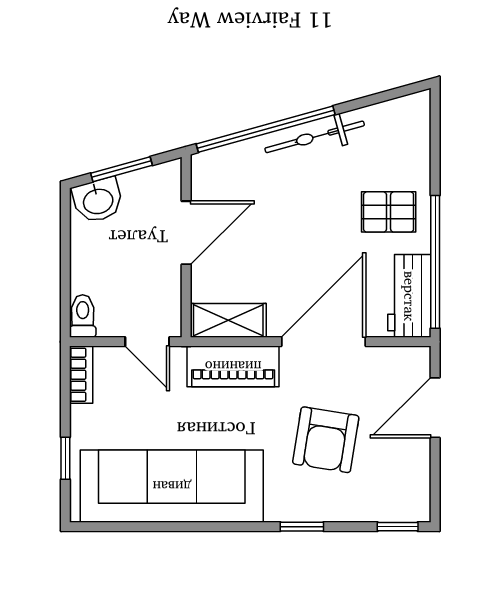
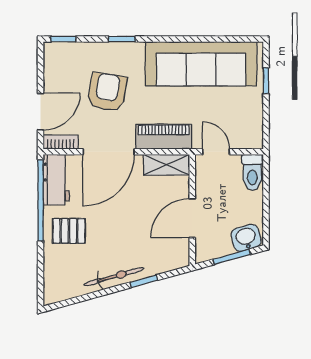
window: (266, 129) -> (144, 281), width x0.32
toilet: (83, 316) -> (252, 172), width x1.37, depth x1.39
bookcase: (81, 375) -> (61, 142), moved, turned 90

